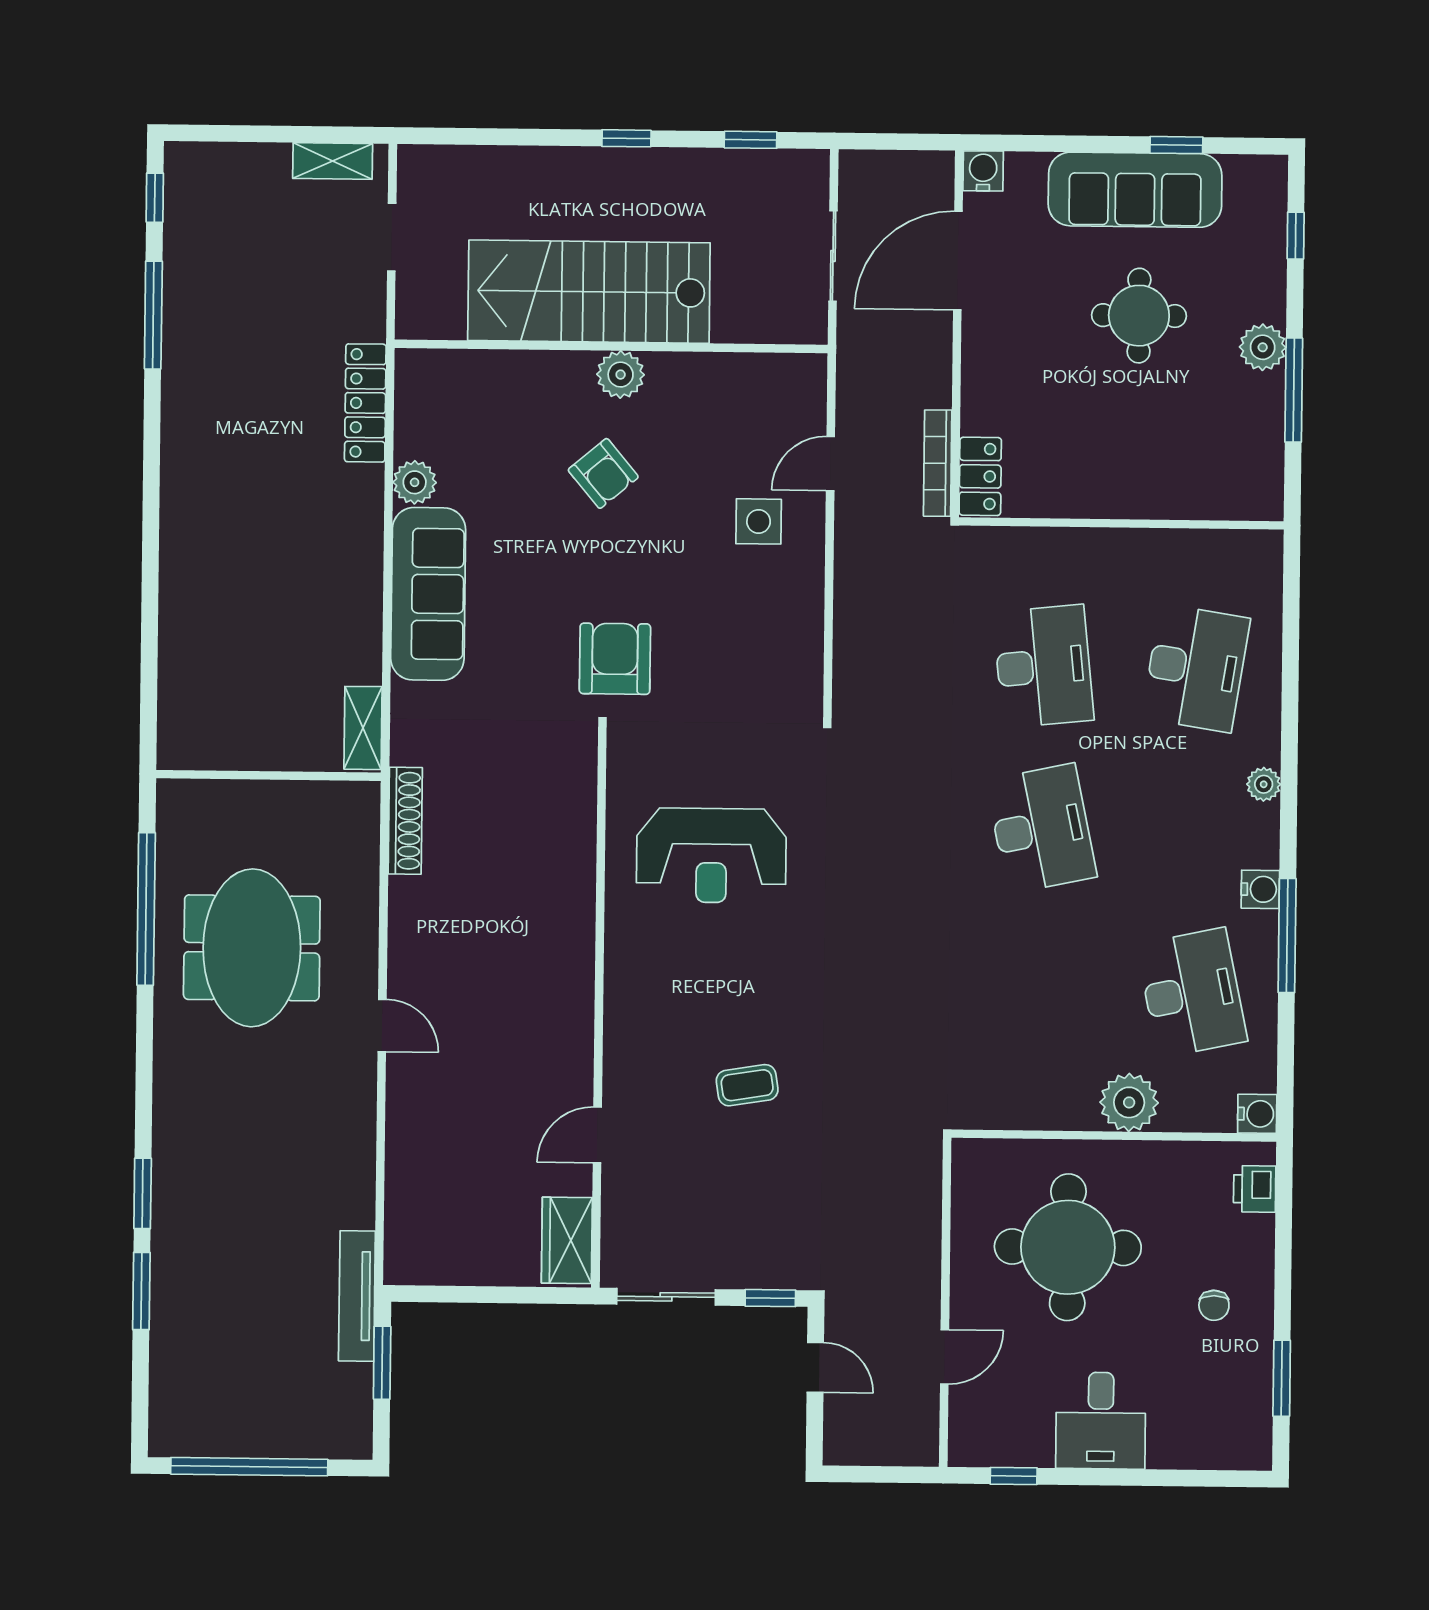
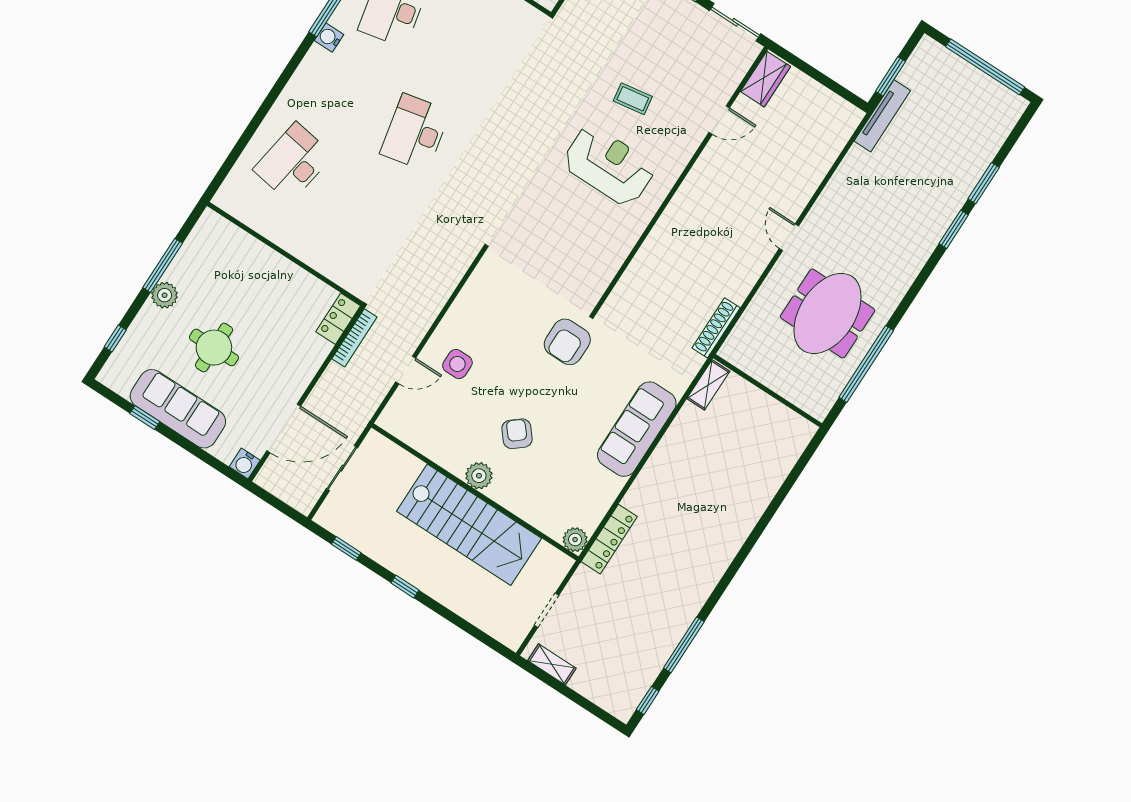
plant: (415, 482) -> (575, 540), moved
desk: (1043, 666) -> (365, 209), removed
plant: (1264, 784) -> (296, 86), removed
reception desk: (711, 855) -> (609, 166), moved

